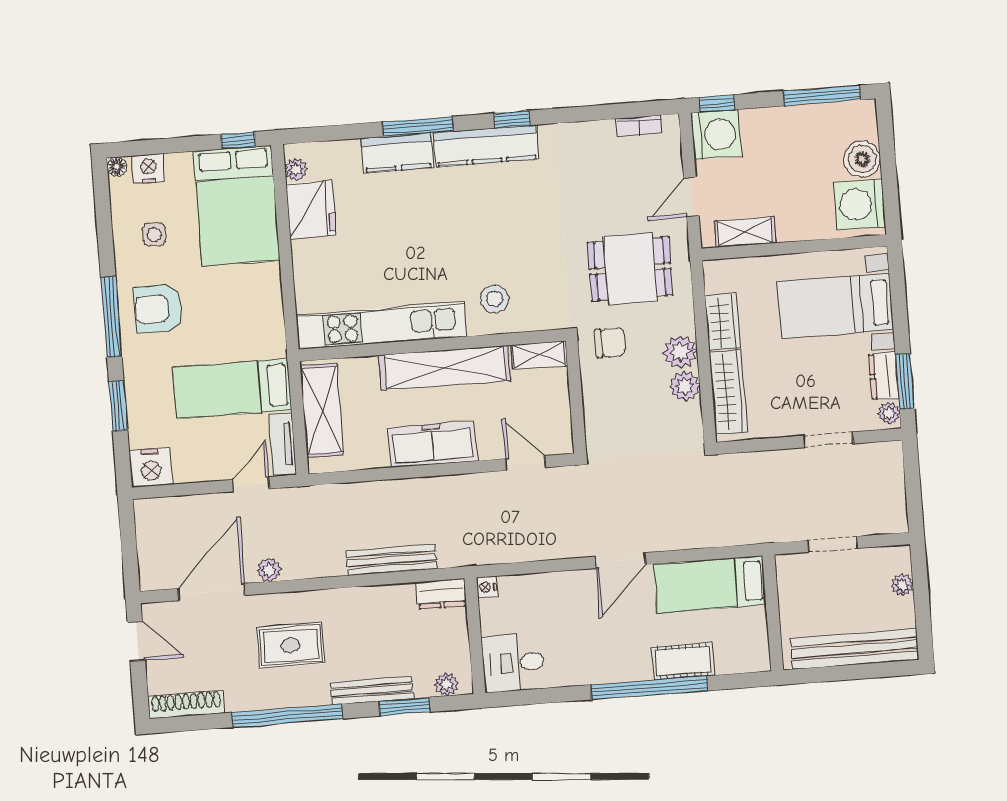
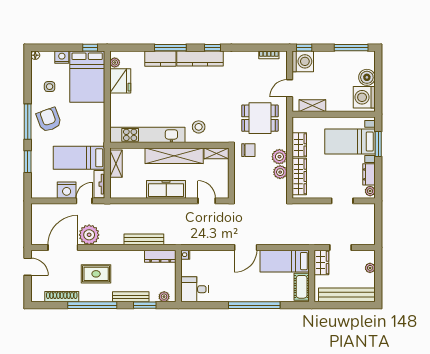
nightstand: (148, 169) -> (62, 57), moved
armchair: (158, 309) -> (49, 120), turned 70
window: (905, 382) -> (378, 144), moved
shelving: (322, 410) -> (116, 164), width x0.67, depth x0.75
nightstand: (151, 468) -> (67, 190), moved
plant: (269, 570) -> (89, 235), width x1.87, depth x1.87
wardrobe: (792, 581) -> (321, 262), added
dresser: (441, 594) -> (160, 256), width x1.44
cot: (683, 661) -> (302, 287), moved, turned 90
shoe rack: (186, 704) -> (62, 297), moved

